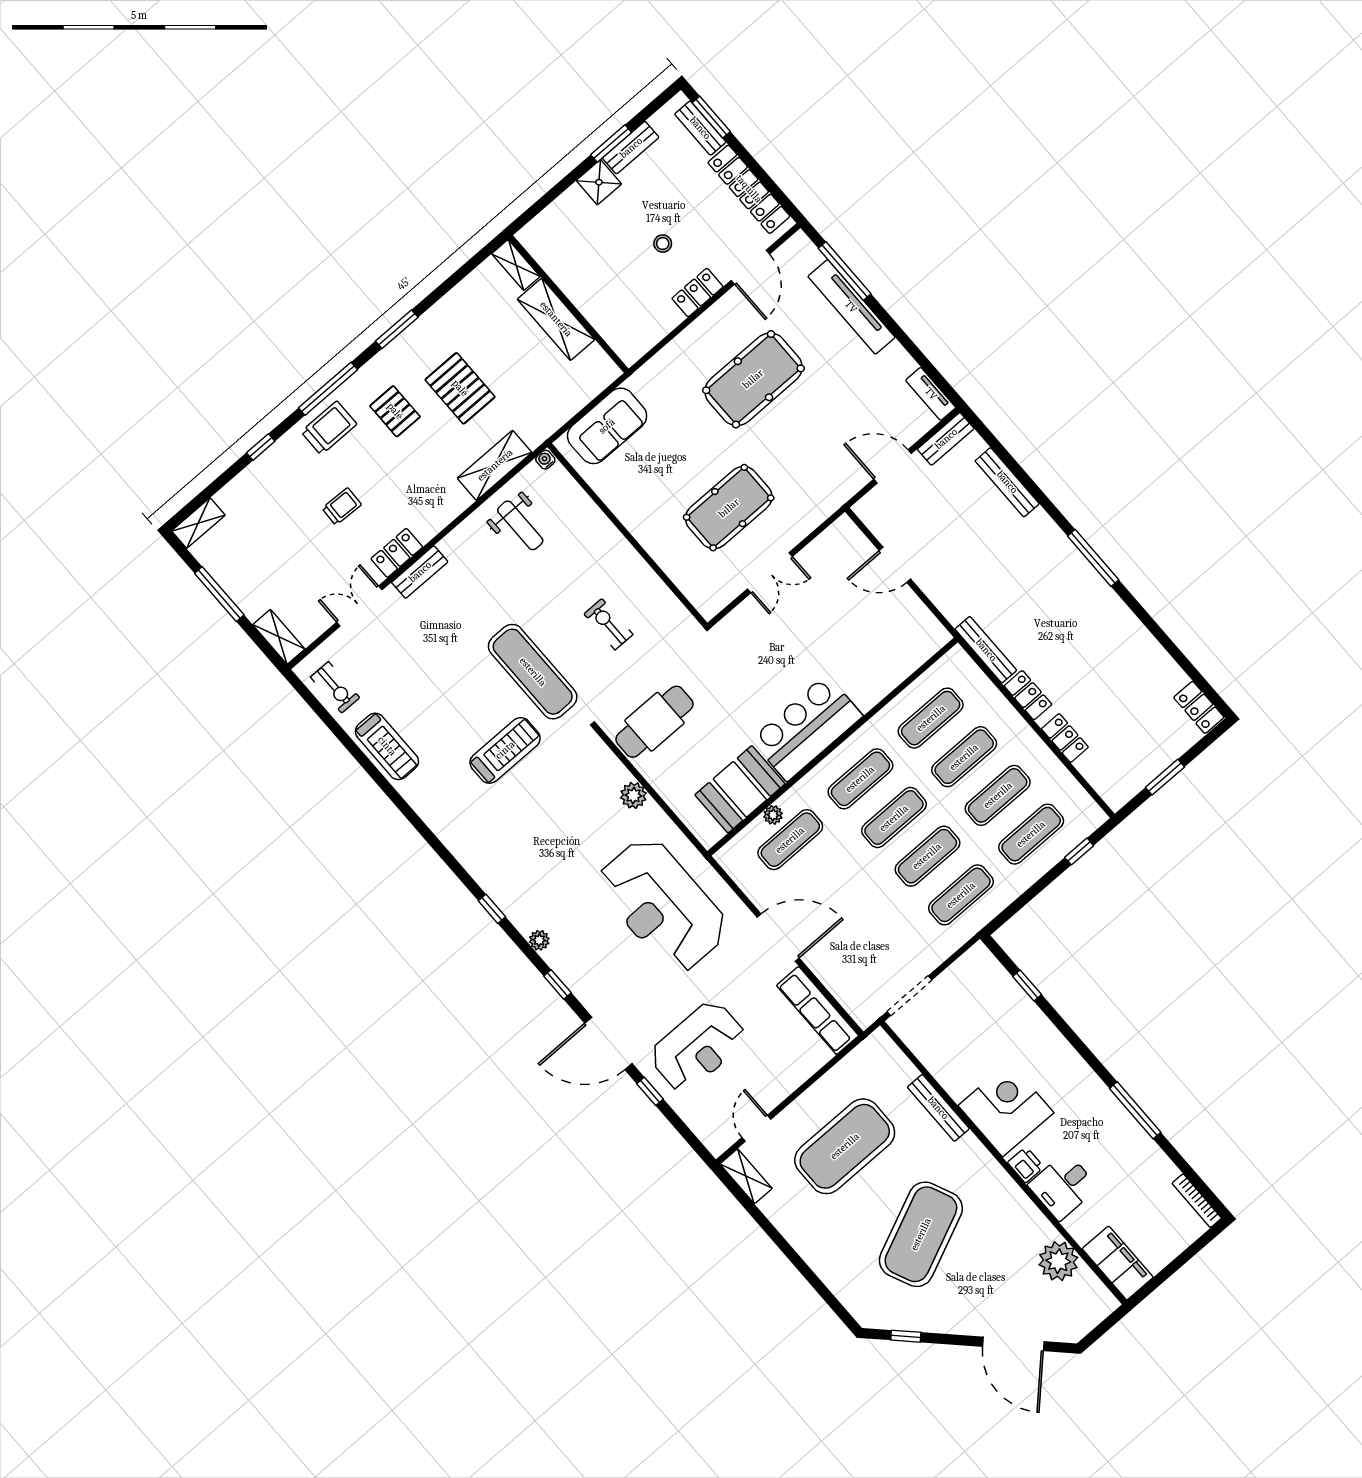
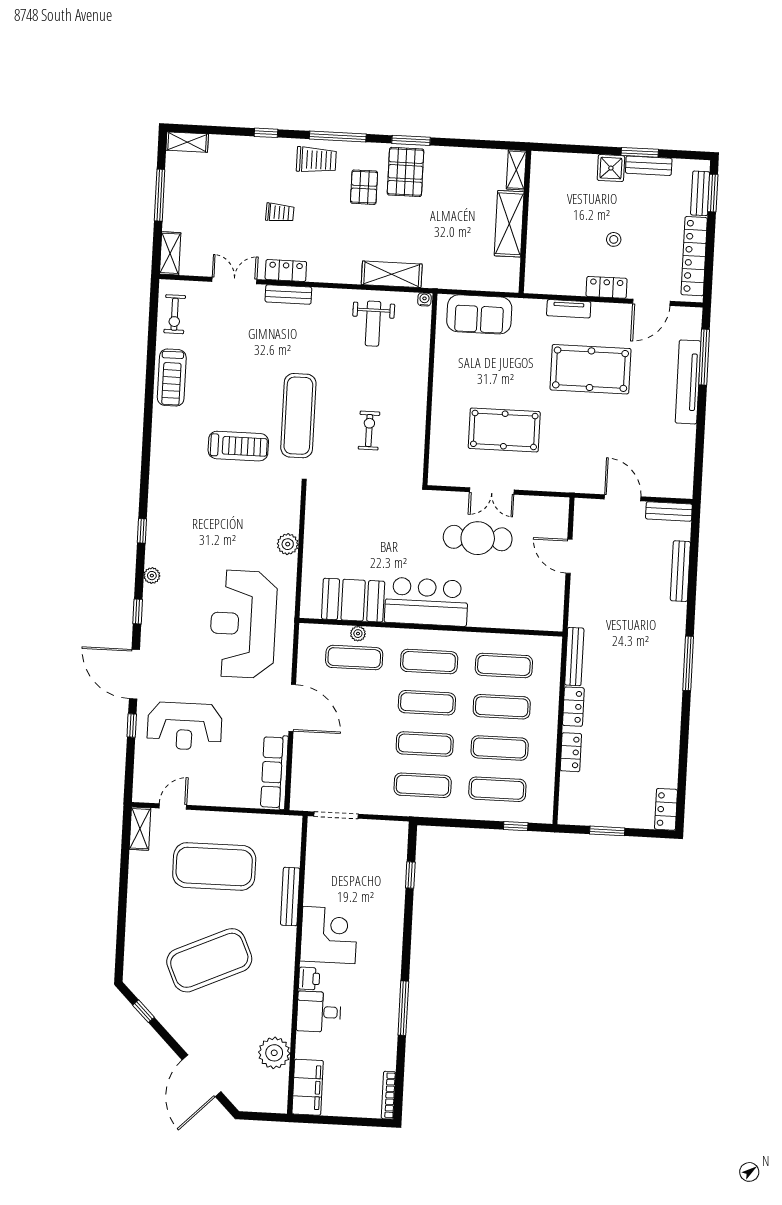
pallet: (460, 388) -> (405, 172), moved
tv unit: (931, 394) -> (569, 309), moved, turned -90
cafe table: (654, 722) -> (478, 538), moved

